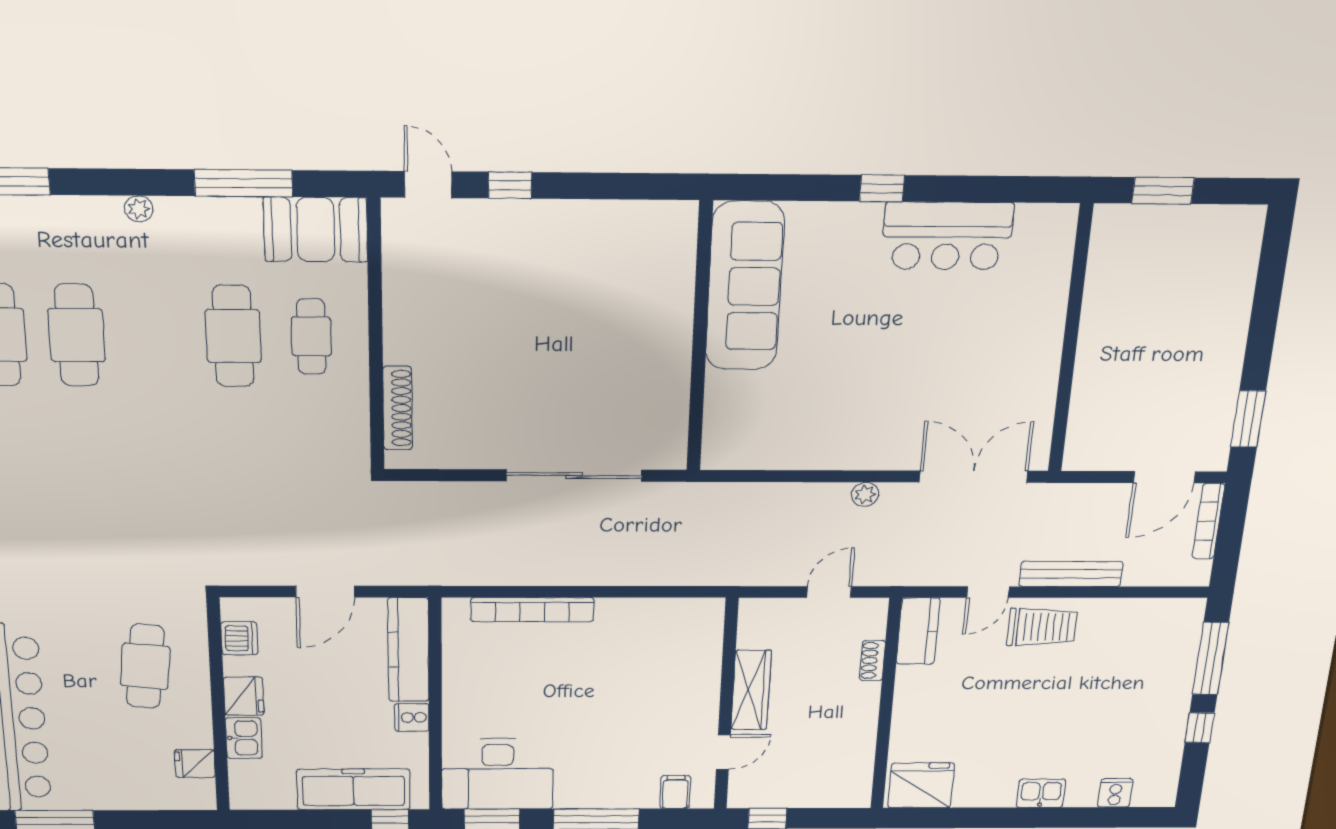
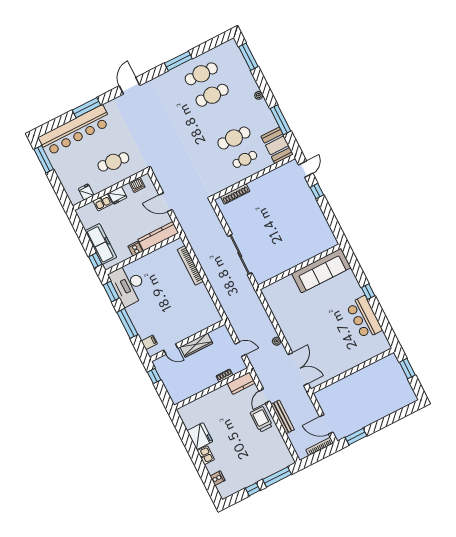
door: (988, 592) -> (264, 396), hinge flipped
trolley: (1042, 627) -> (261, 419), turned 180
fridge: (921, 785) -> (200, 436), moved

